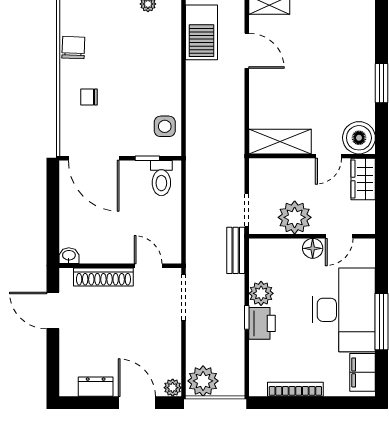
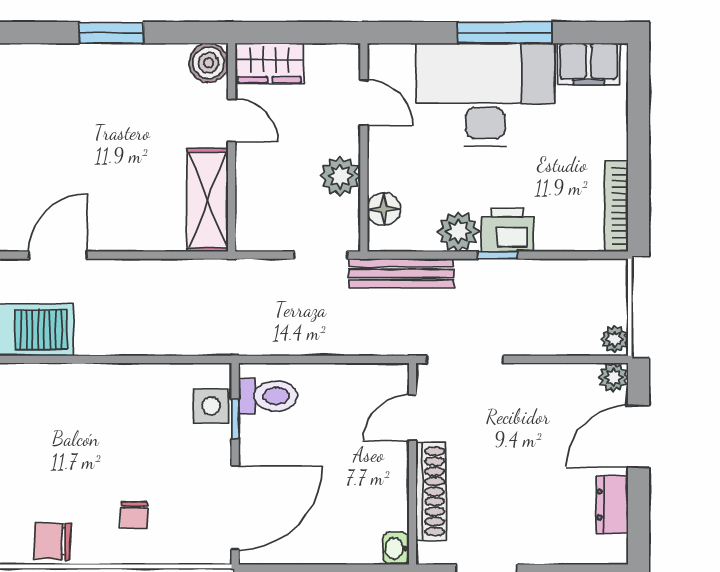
side table: (165, 126) -> (211, 406), moved
boiler: (359, 138) -> (209, 63), width x0.73, depth x0.73
plant: (295, 217) -> (340, 176), width x0.73, depth x0.73
floor lamp: (313, 248) -> (384, 209), moved
bench: (236, 250) -> (401, 273), width x1.36
plant: (203, 381) -> (615, 339), width x0.53, depth x0.53
bookcase: (295, 389) -> (616, 206), moved

